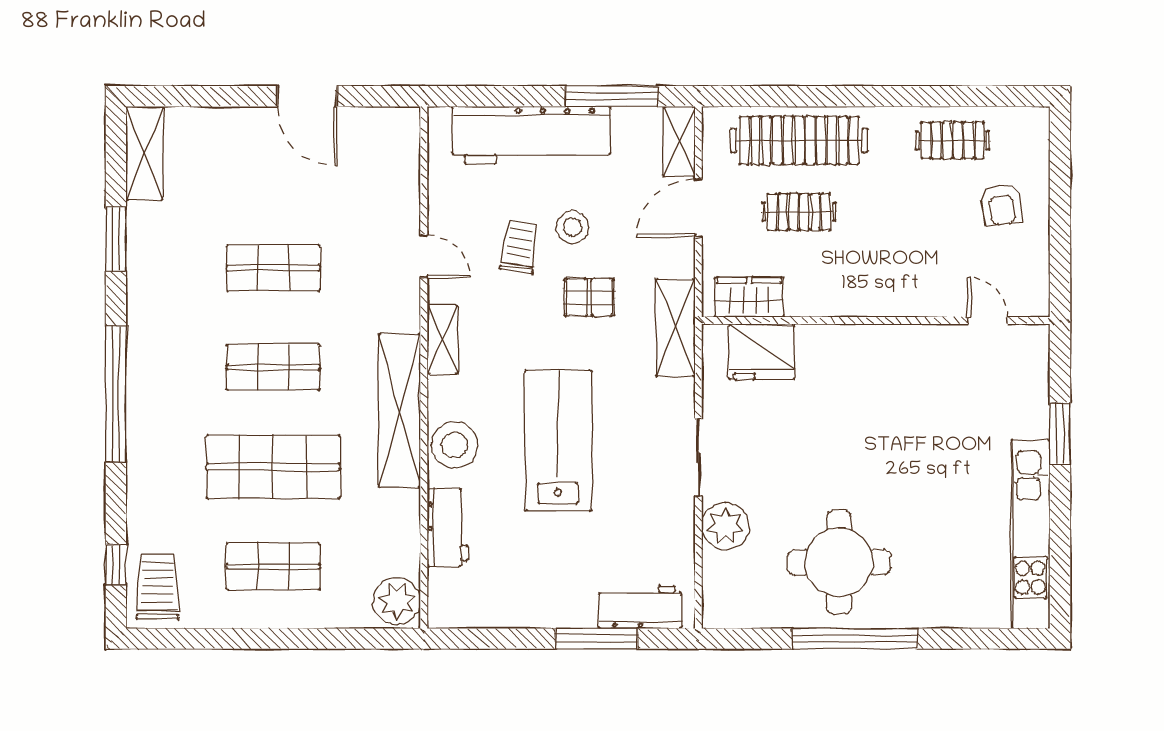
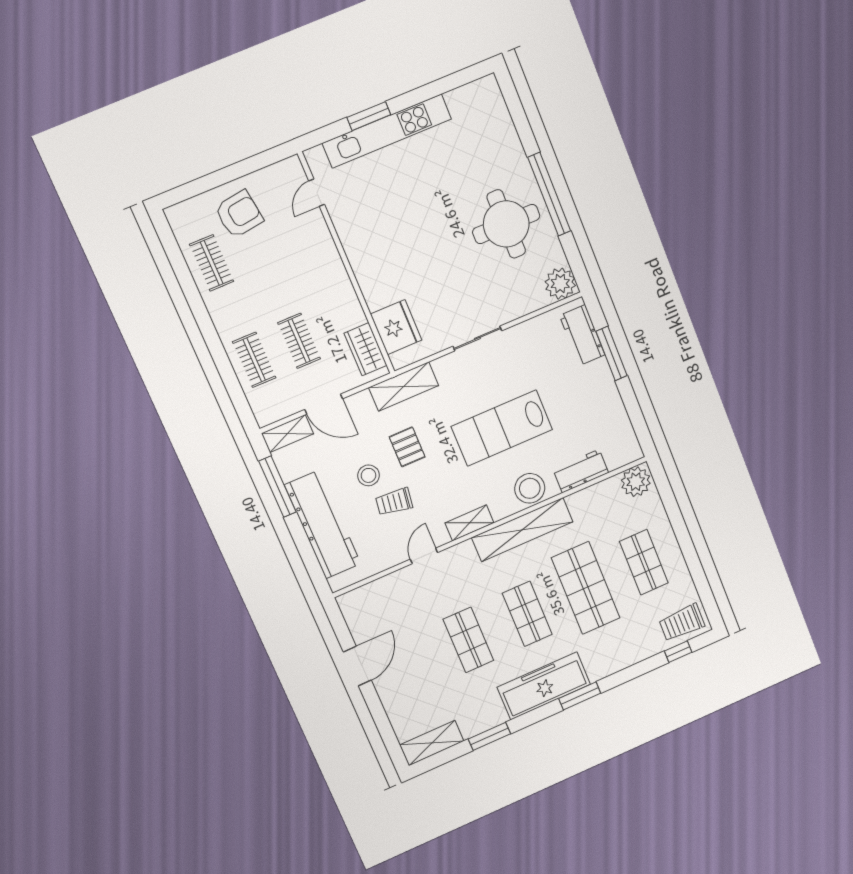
clothes rail: (799, 140) -> (254, 360), width x0.54, depth x0.76
armchair: (1002, 205) -> (239, 214), width x1.38, depth x1.38
freezer: (155, 348) -> (544, 686), added
window: (116, 394) -> (580, 696), width x0.47
plant: (725, 526) -> (560, 284), moved
kitchen unit: (1030, 534) -> (387, 131), moved

